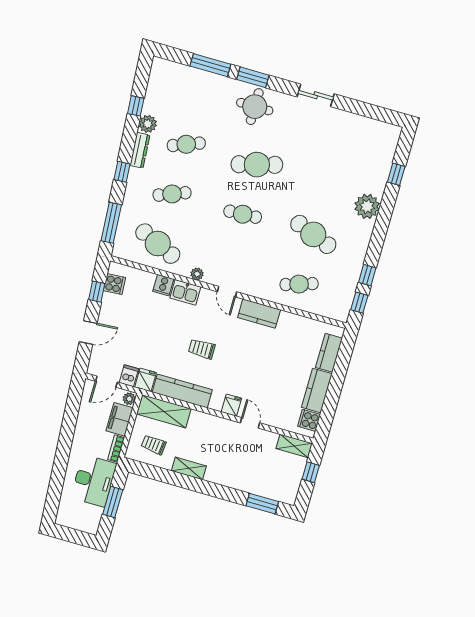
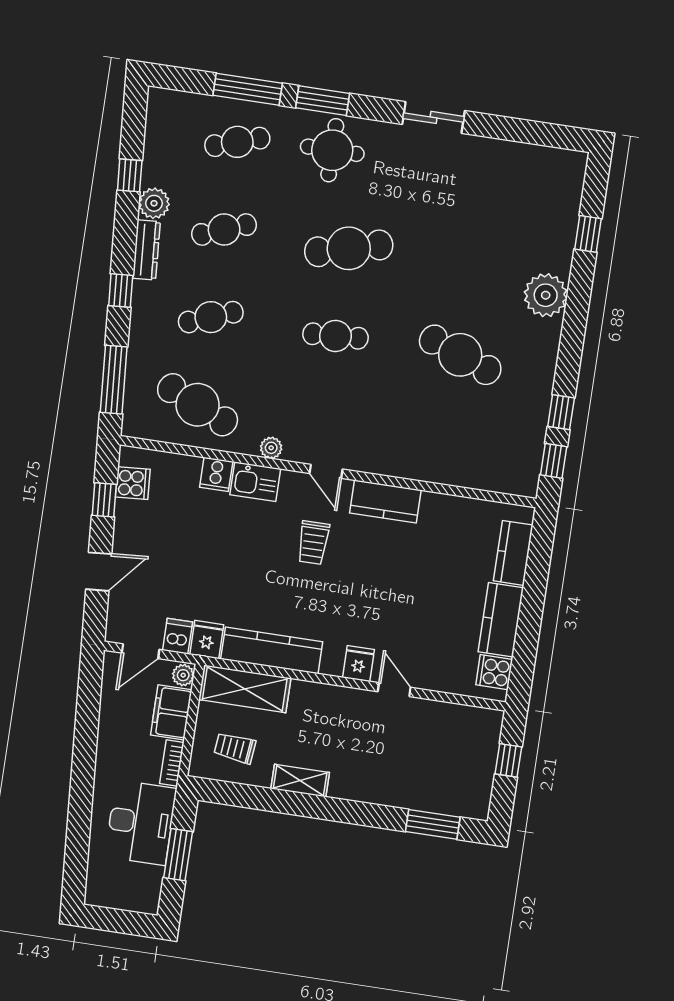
cafe table: (299, 284) -> (237, 142), moved
trolley: (202, 349) -> (313, 543), moved, turned -90
shelving: (294, 446) -> (474, 719), removed

